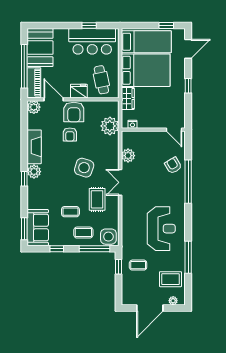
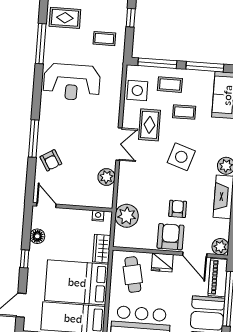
floor lamp: (179, 104) -> (37, 236), added
side table: (84, 168) -> (181, 157), moved
window: (188, 182) -> (34, 139), width x0.68
reception desk: (161, 229) -> (72, 82), turned -90
side table: (108, 237) -> (137, 90), moved
window: (57, 249) -> (205, 67), width x2.17
window: (118, 267) -> (131, 18), moved

